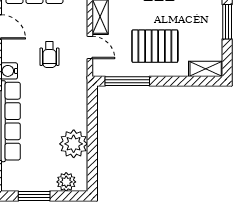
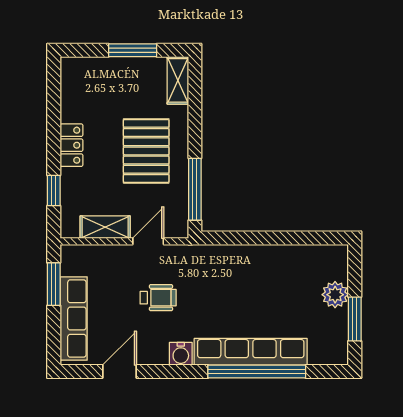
window: (227, 22) -> (133, 50), moved
plant: (74, 144) -> (282, 264), removed
plant: (66, 182) -> (335, 295), moved

